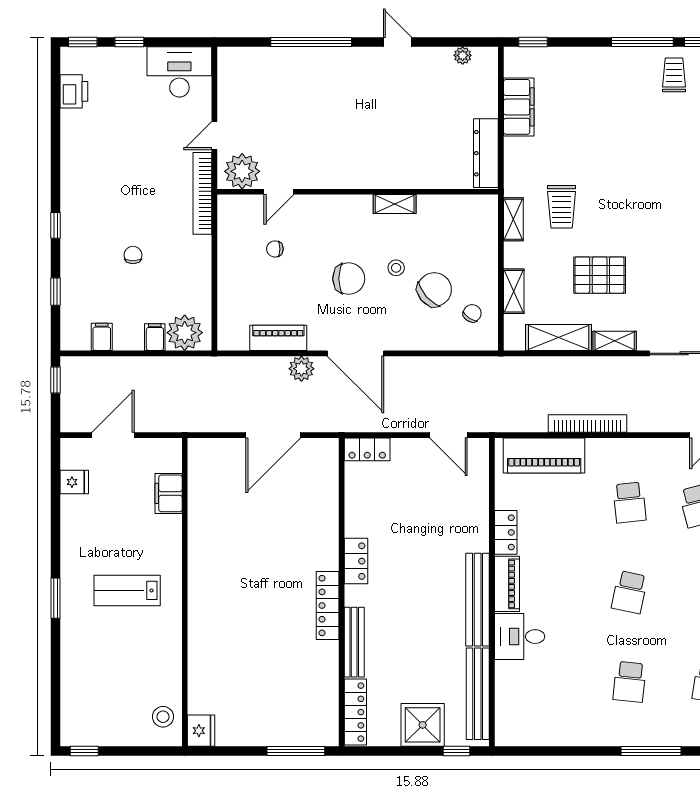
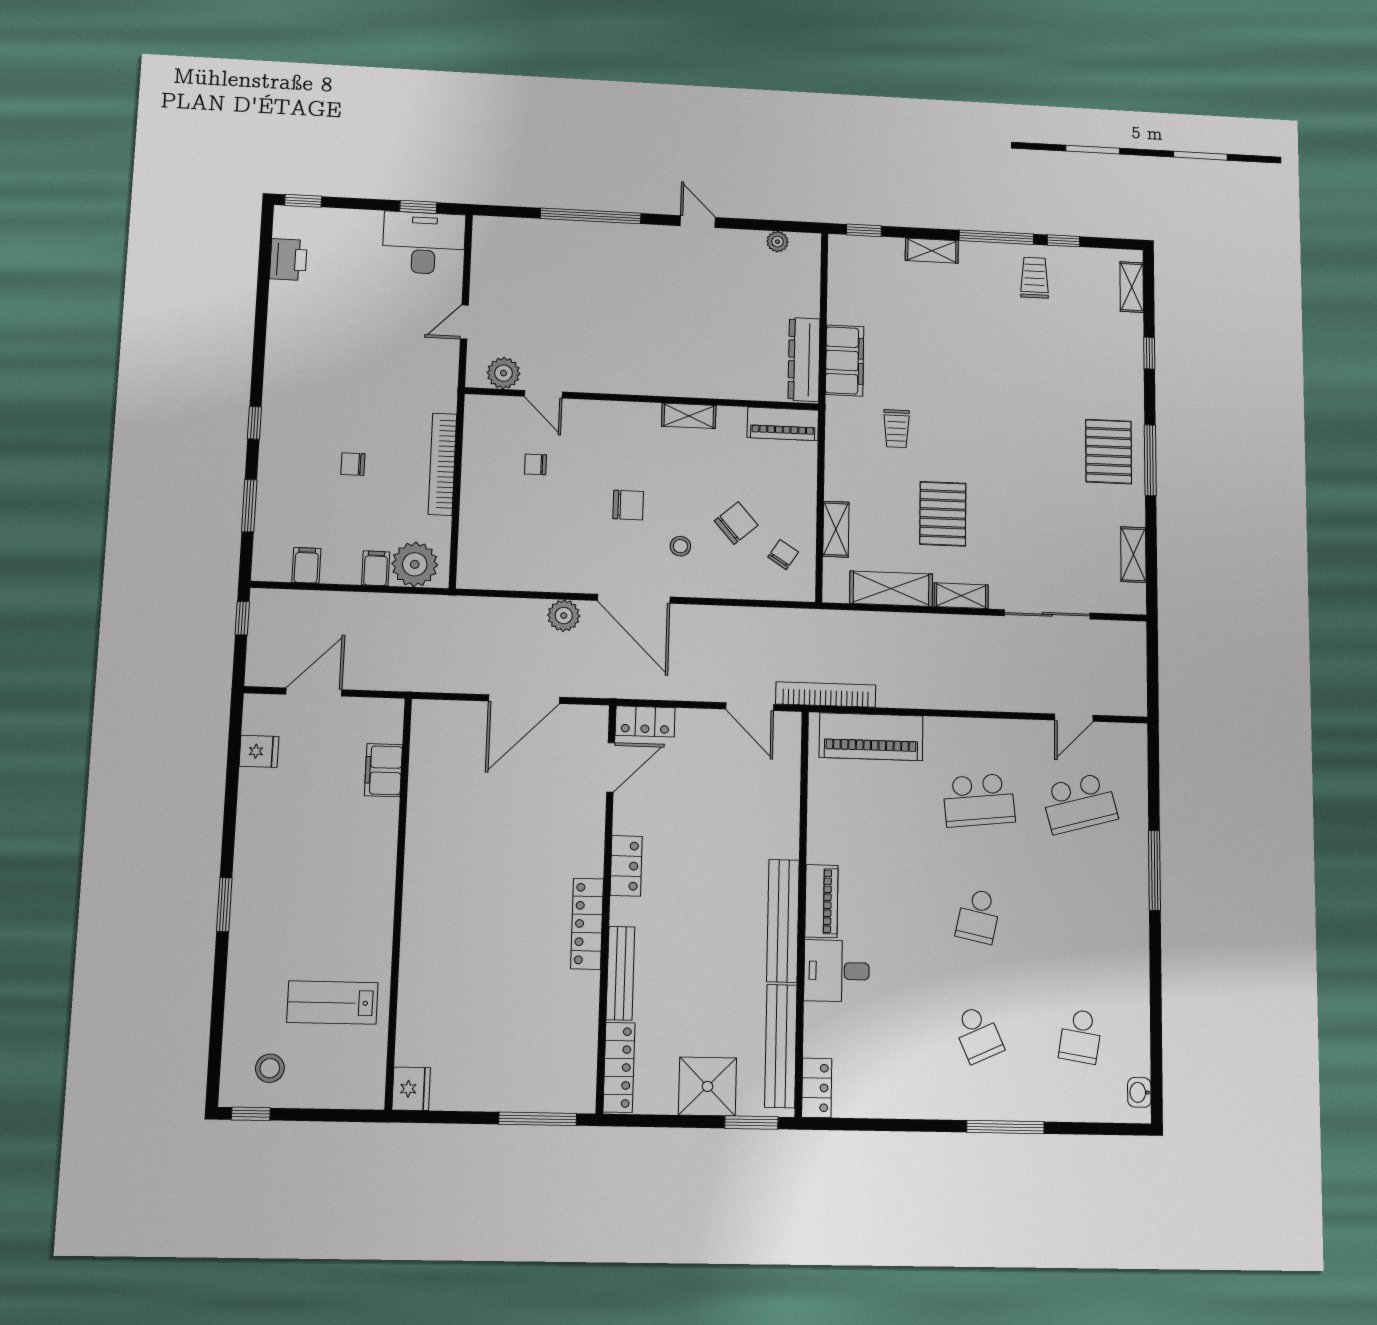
window: (129, 42) -> (418, 207), moved
filing cabinet: (519, 107) -> (845, 361), moved
plant: (242, 171) -> (503, 373), width x0.73, depth x0.73
door: (279, 192) -> (543, 394), hinge flipped
bookcase: (202, 193) -> (442, 464), moved
trolley: (562, 207) -> (897, 429), width x0.73, depth x0.72
shelving: (513, 219) -> (932, 251), moved, turned 90
chair: (133, 255) -> (353, 464), turned -90
stool: (396, 268) -> (680, 546), moved
pallet: (600, 275) -> (943, 514), turned 90
chair: (349, 279) -> (628, 505), width x0.73, depth x0.73
chair: (434, 290) -> (736, 523), width x0.73, depth x0.73
window: (56, 292) -> (249, 506), width x1.50
piano: (278, 338) -> (783, 424), moved, turned 180
bookcase: (587, 424) -> (826, 695), moved
door: (342, 486) -> (611, 767), added
school desk: (630, 503) -> (979, 800), width x1.85
locker: (506, 532) -> (817, 1088), moved
lab bench: (127, 590) -> (332, 1003), moved
school desk: (630, 682) -> (978, 1034), turned -30
stool: (163, 717) -> (270, 1068), moved
window: (456, 751) -> (751, 1123), width x1.50

